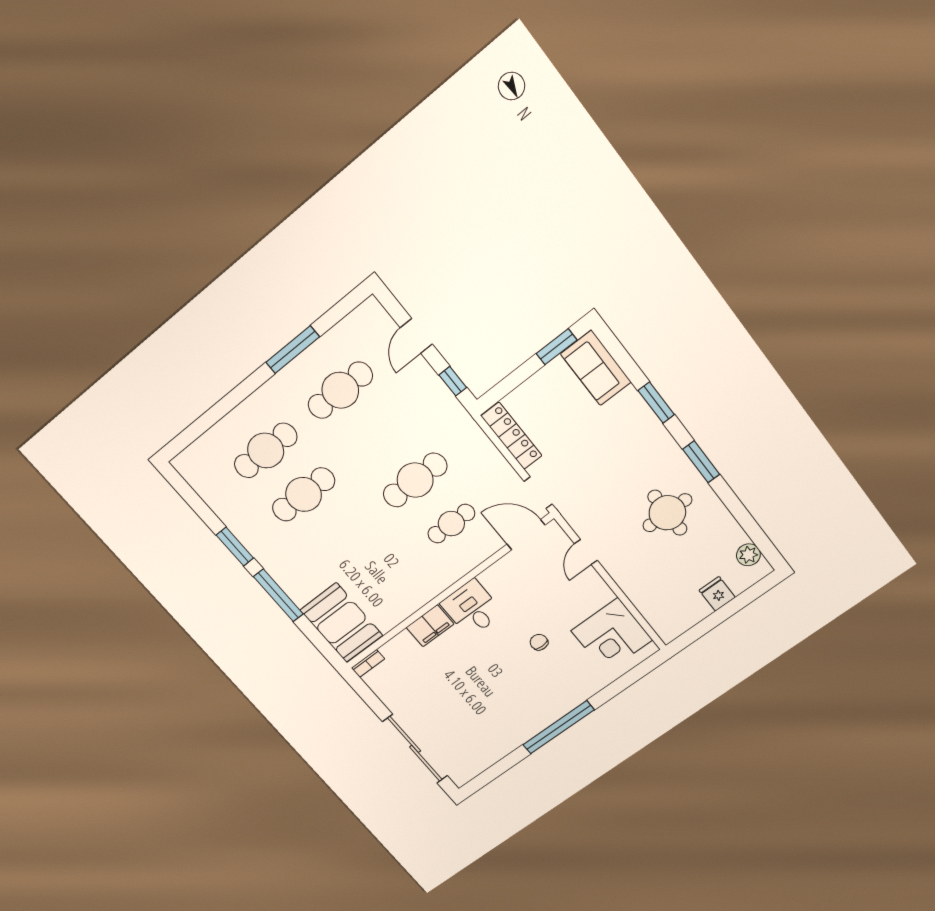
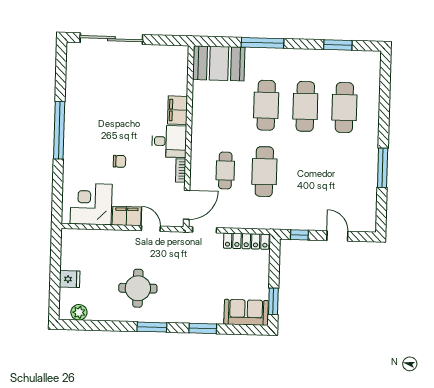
cafe table: (340, 390) -> (266, 105), moved
window: (235, 547) -> (338, 45), moved
filing cabinet: (594, 588) -> (127, 216), added
bookcase: (368, 663) -> (181, 171), moved

